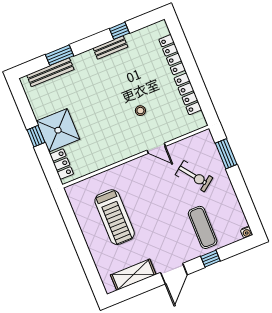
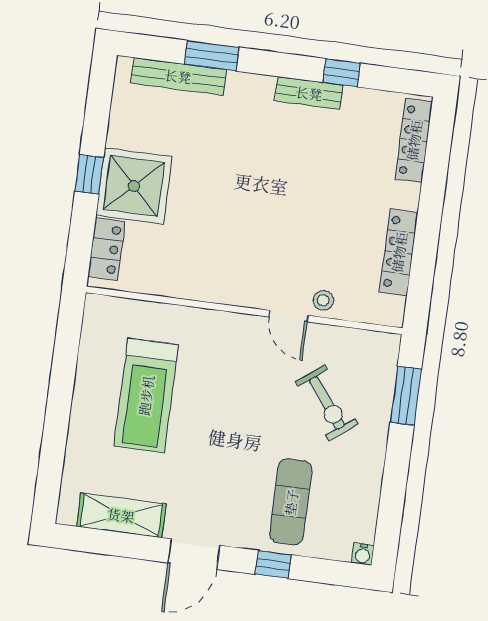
locker: (172, 55) -> (414, 140), moved
stool: (140, 111) -> (323, 300), moved

